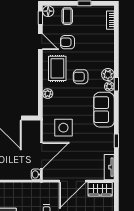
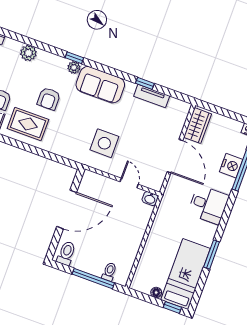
plant: (108, 75) -> (28, 53), moved
plant: (48, 94) -> (55, 147), removed
door: (42, 156) -> (129, 183), width x0.53
tv unit: (109, 167) -> (152, 96), moved

